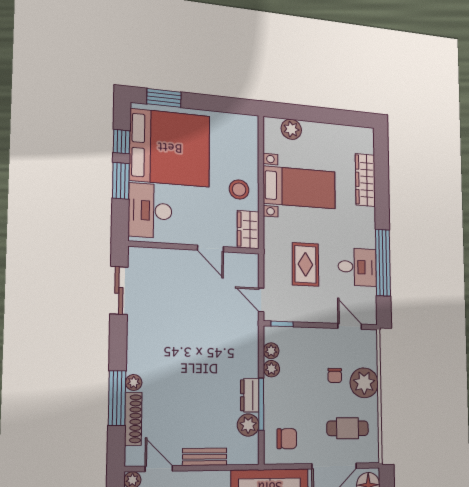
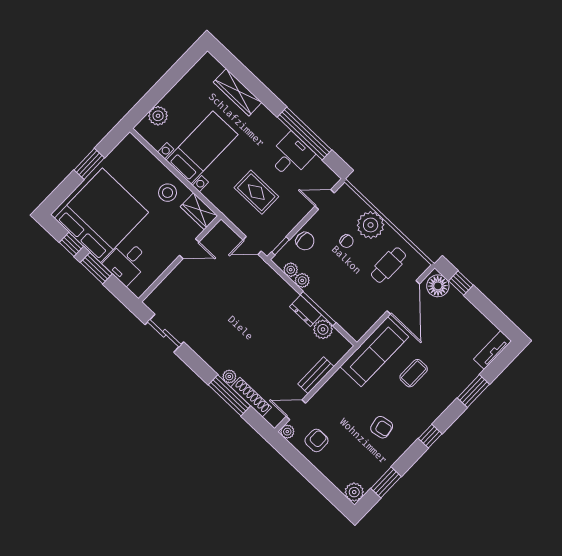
window: (164, 98) -> (89, 164), moved
desk: (150, 211) -> (127, 262), width x0.73
chair: (287, 439) -> (305, 241), moved, turned 90

